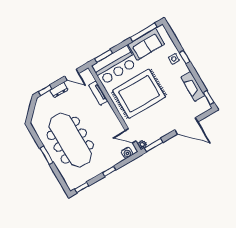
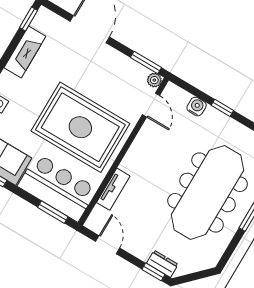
dresser: (59, 90) -> (162, 264), moved
water cooler: (127, 153) -> (197, 106), moved

